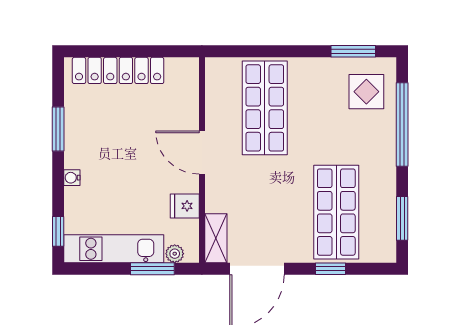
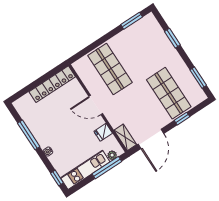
locker: (118, 70) -> (52, 84), moved
display table: (366, 92) -> (148, 34), removed
window: (402, 124) -> (172, 38), width x0.47
window: (58, 129) -> (29, 135), width x1.44
window: (152, 269) -> (107, 168), width x1.44

